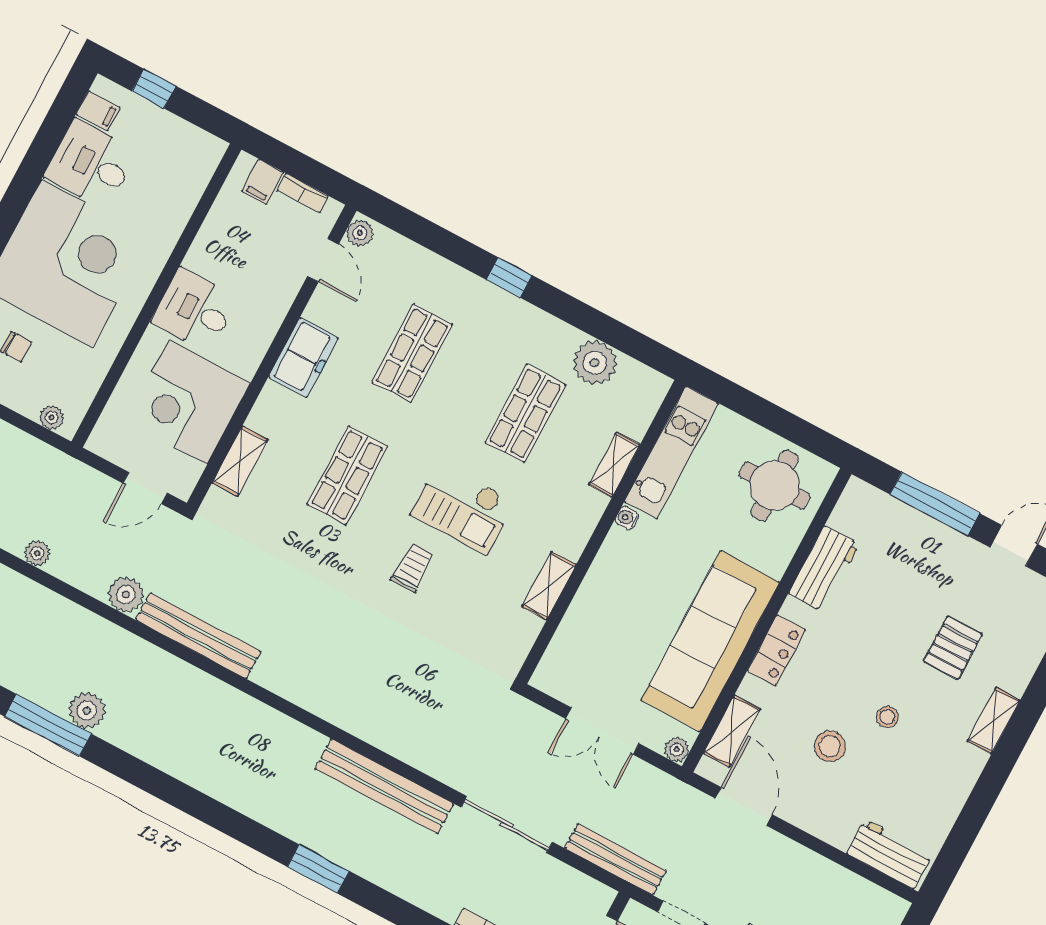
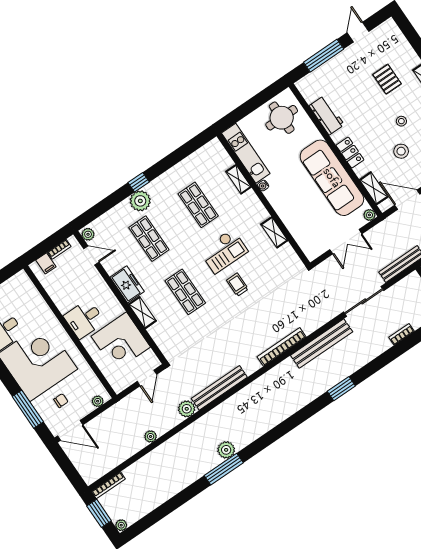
plant: (595, 363) -> (140, 201), moved
shelving: (240, 461) -> (142, 313), moved
bookcase: (338, 714) -> (282, 347), added

